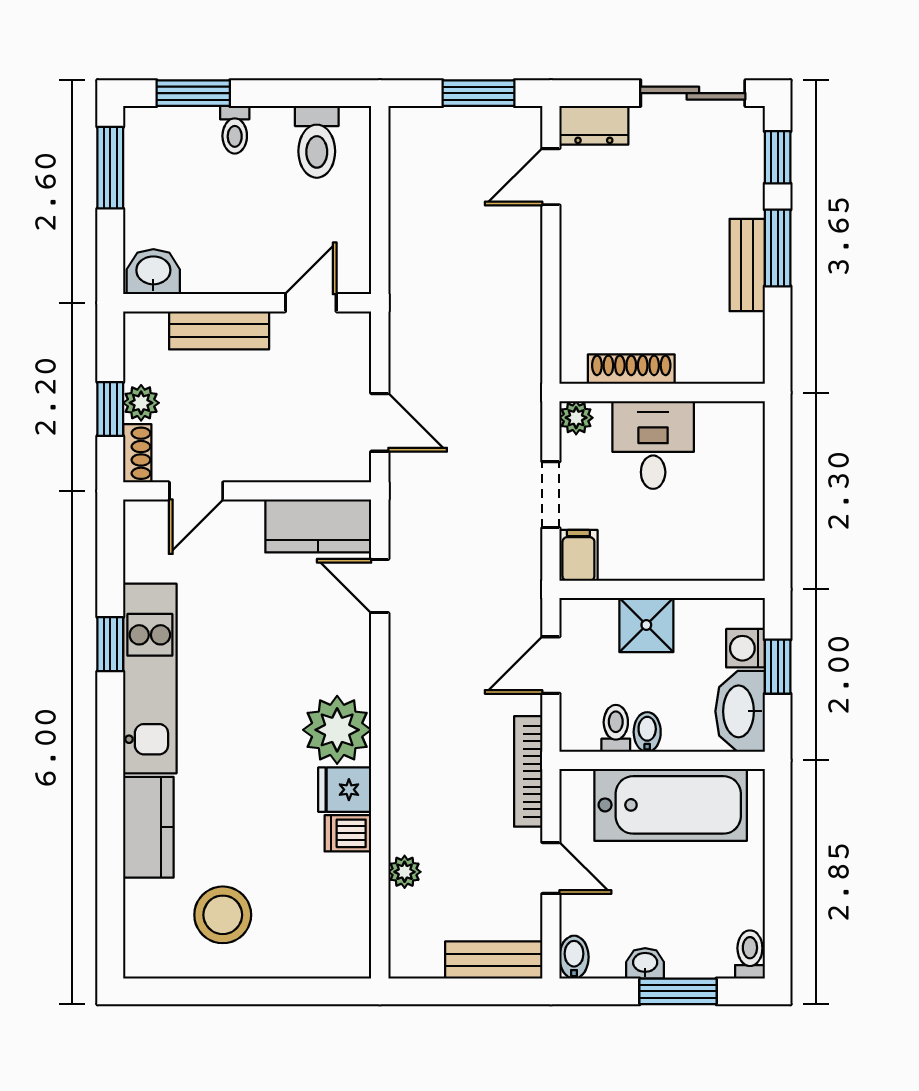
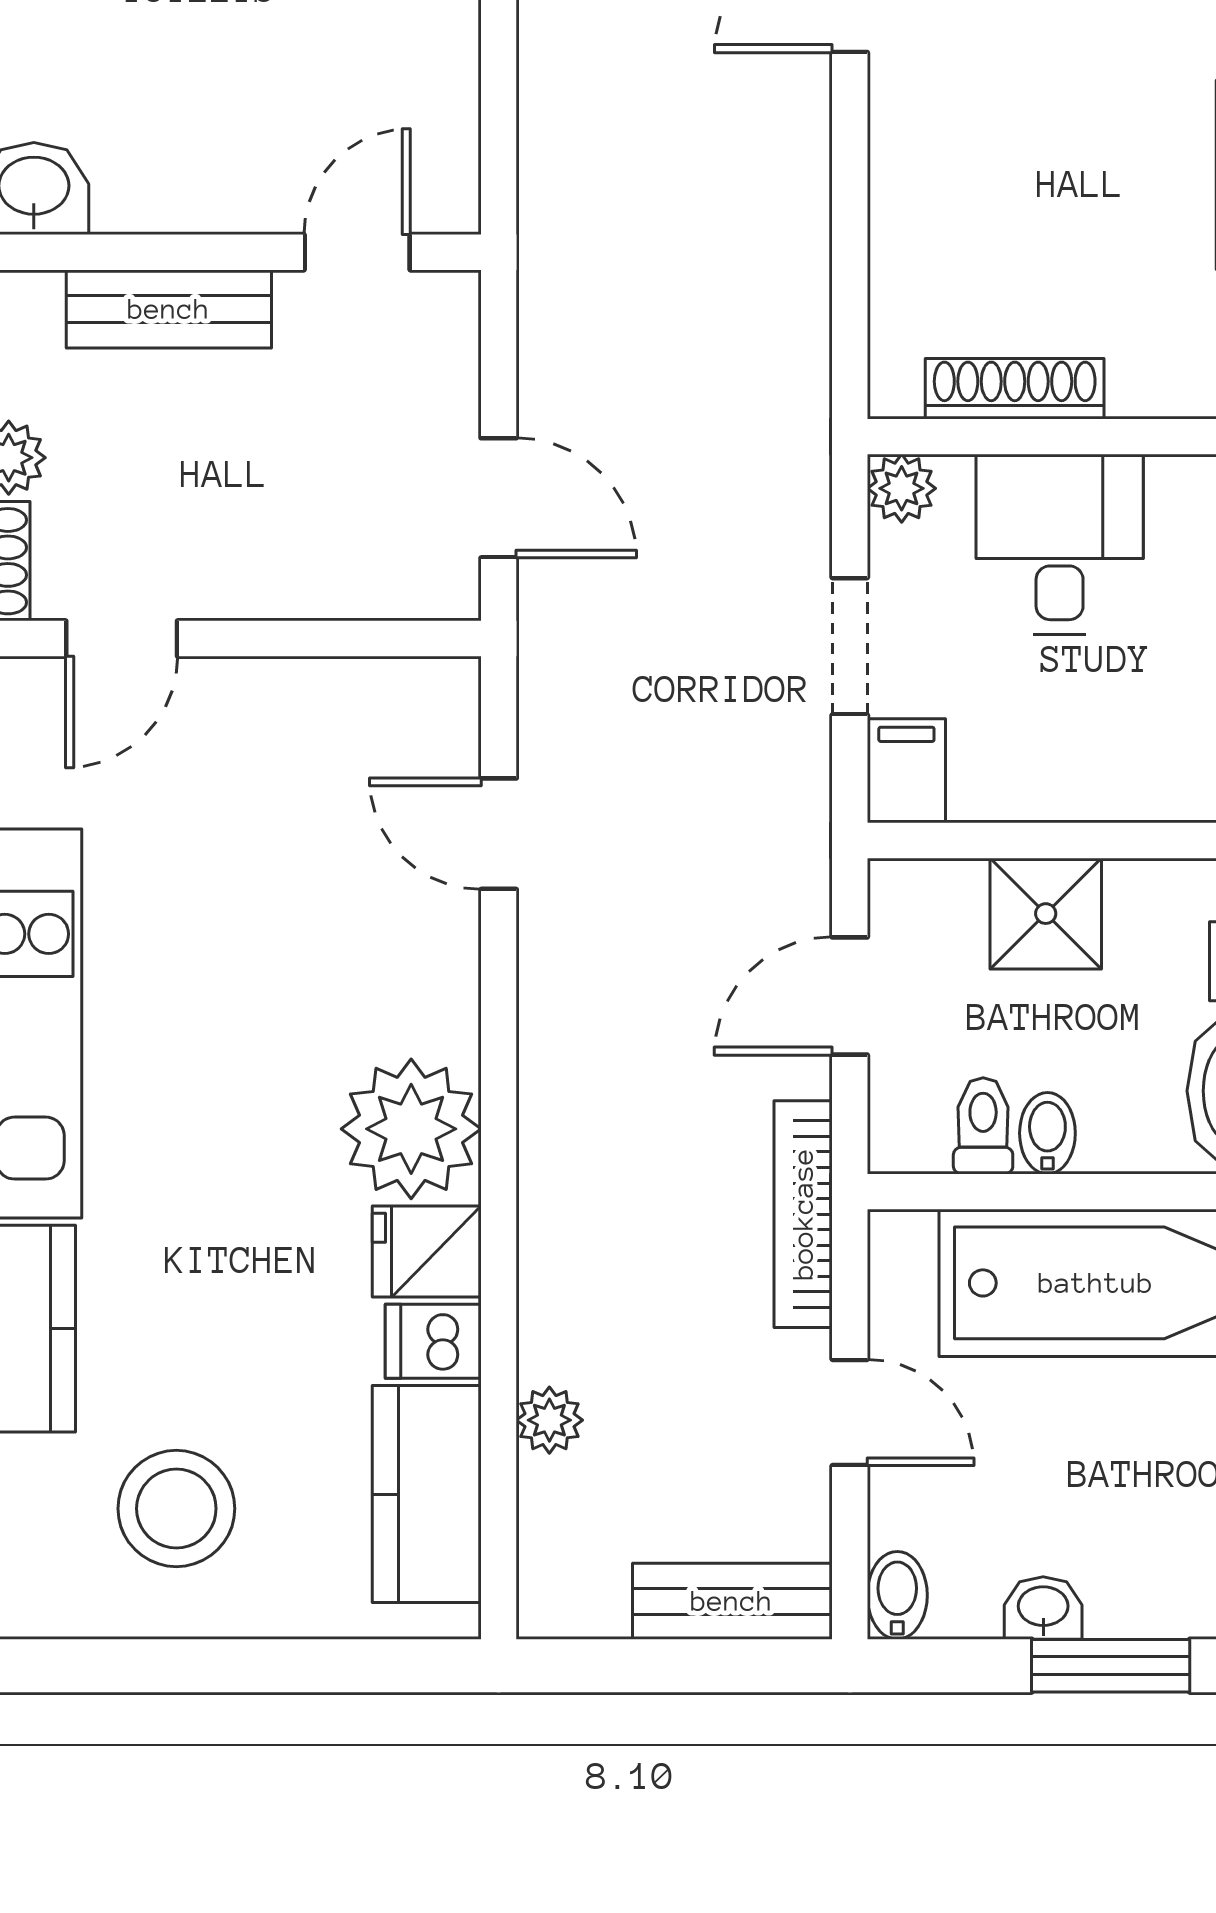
kitchen counter: (318, 526) -> (427, 1494), moved, turned 90

